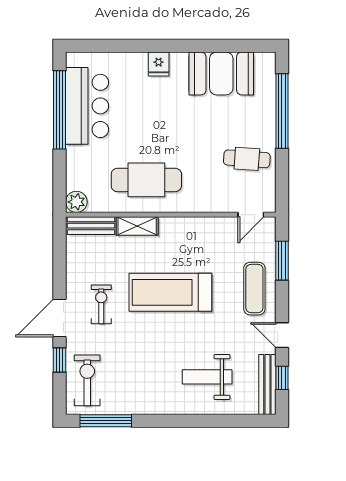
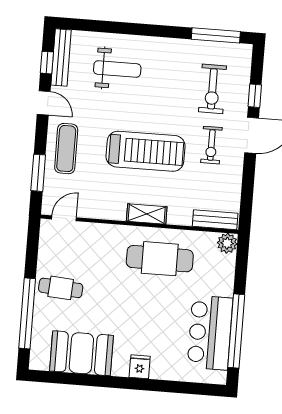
cafe table: (247, 159) -> (61, 288), moved
shelving: (137, 226) -> (147, 214), moved
exercise bike: (87, 380) -> (212, 89), moved

